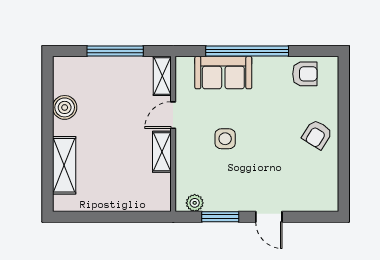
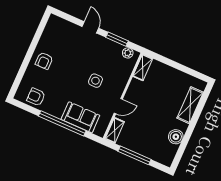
armchair: (317, 134) -> (44, 61), turned 148
shelving: (162, 152) -> (143, 67), moved

